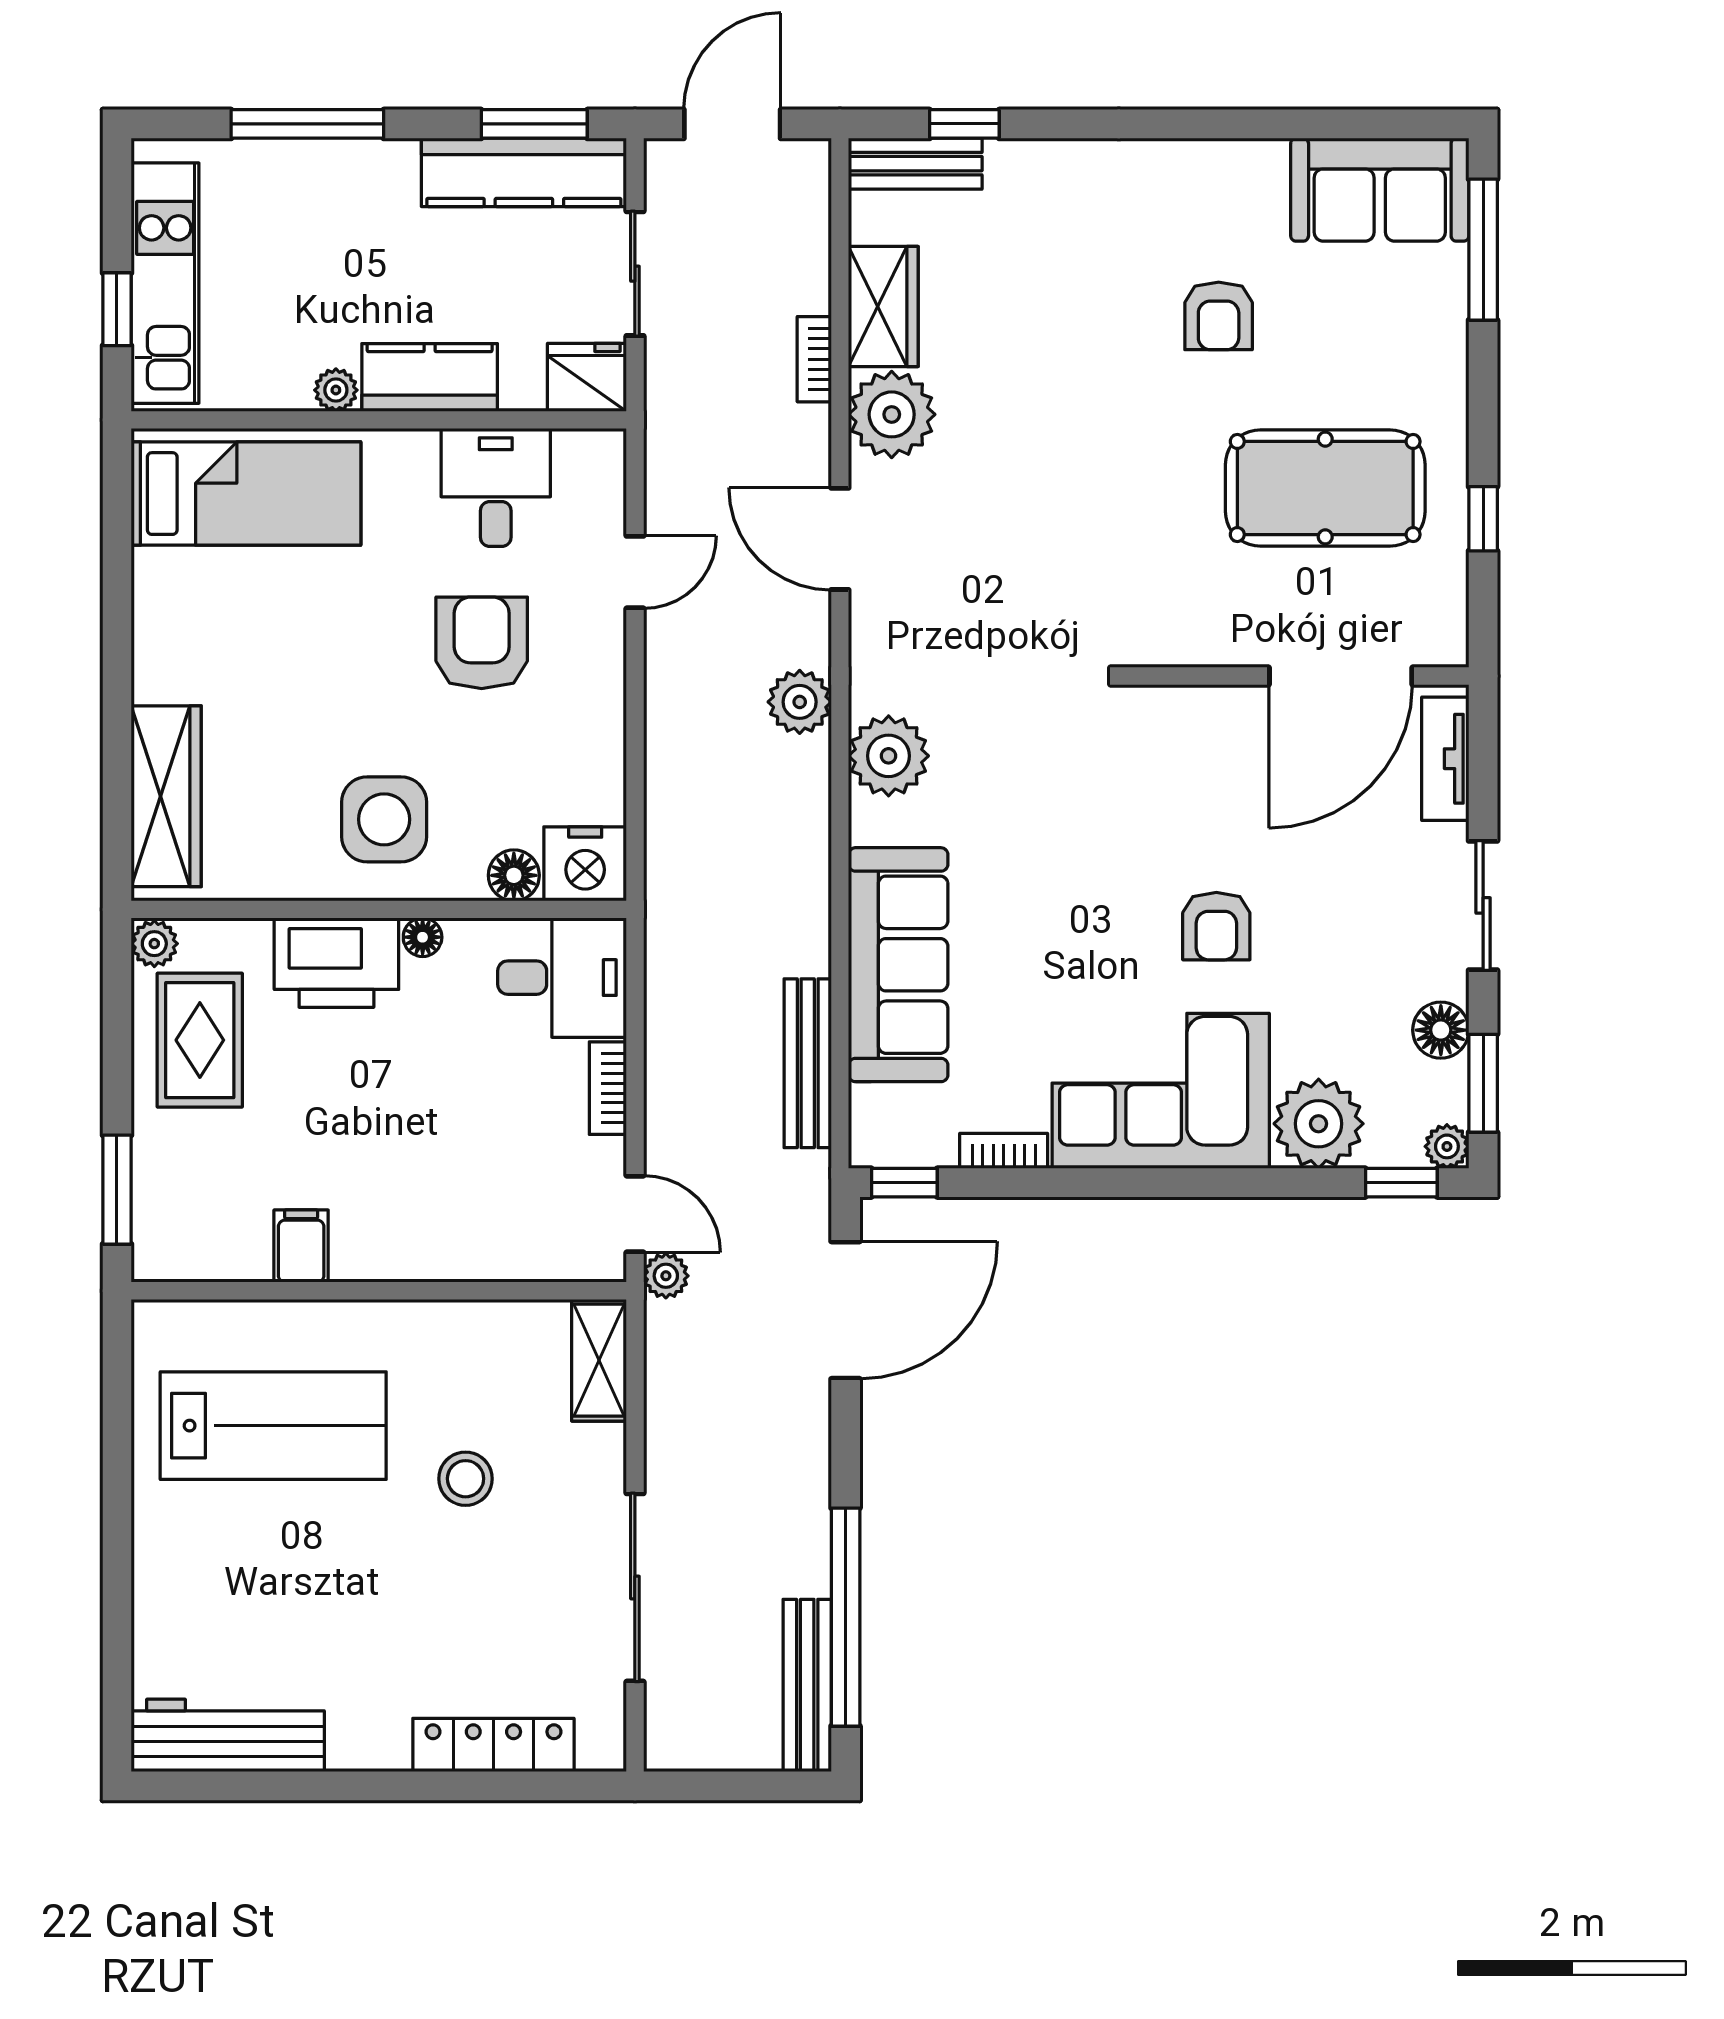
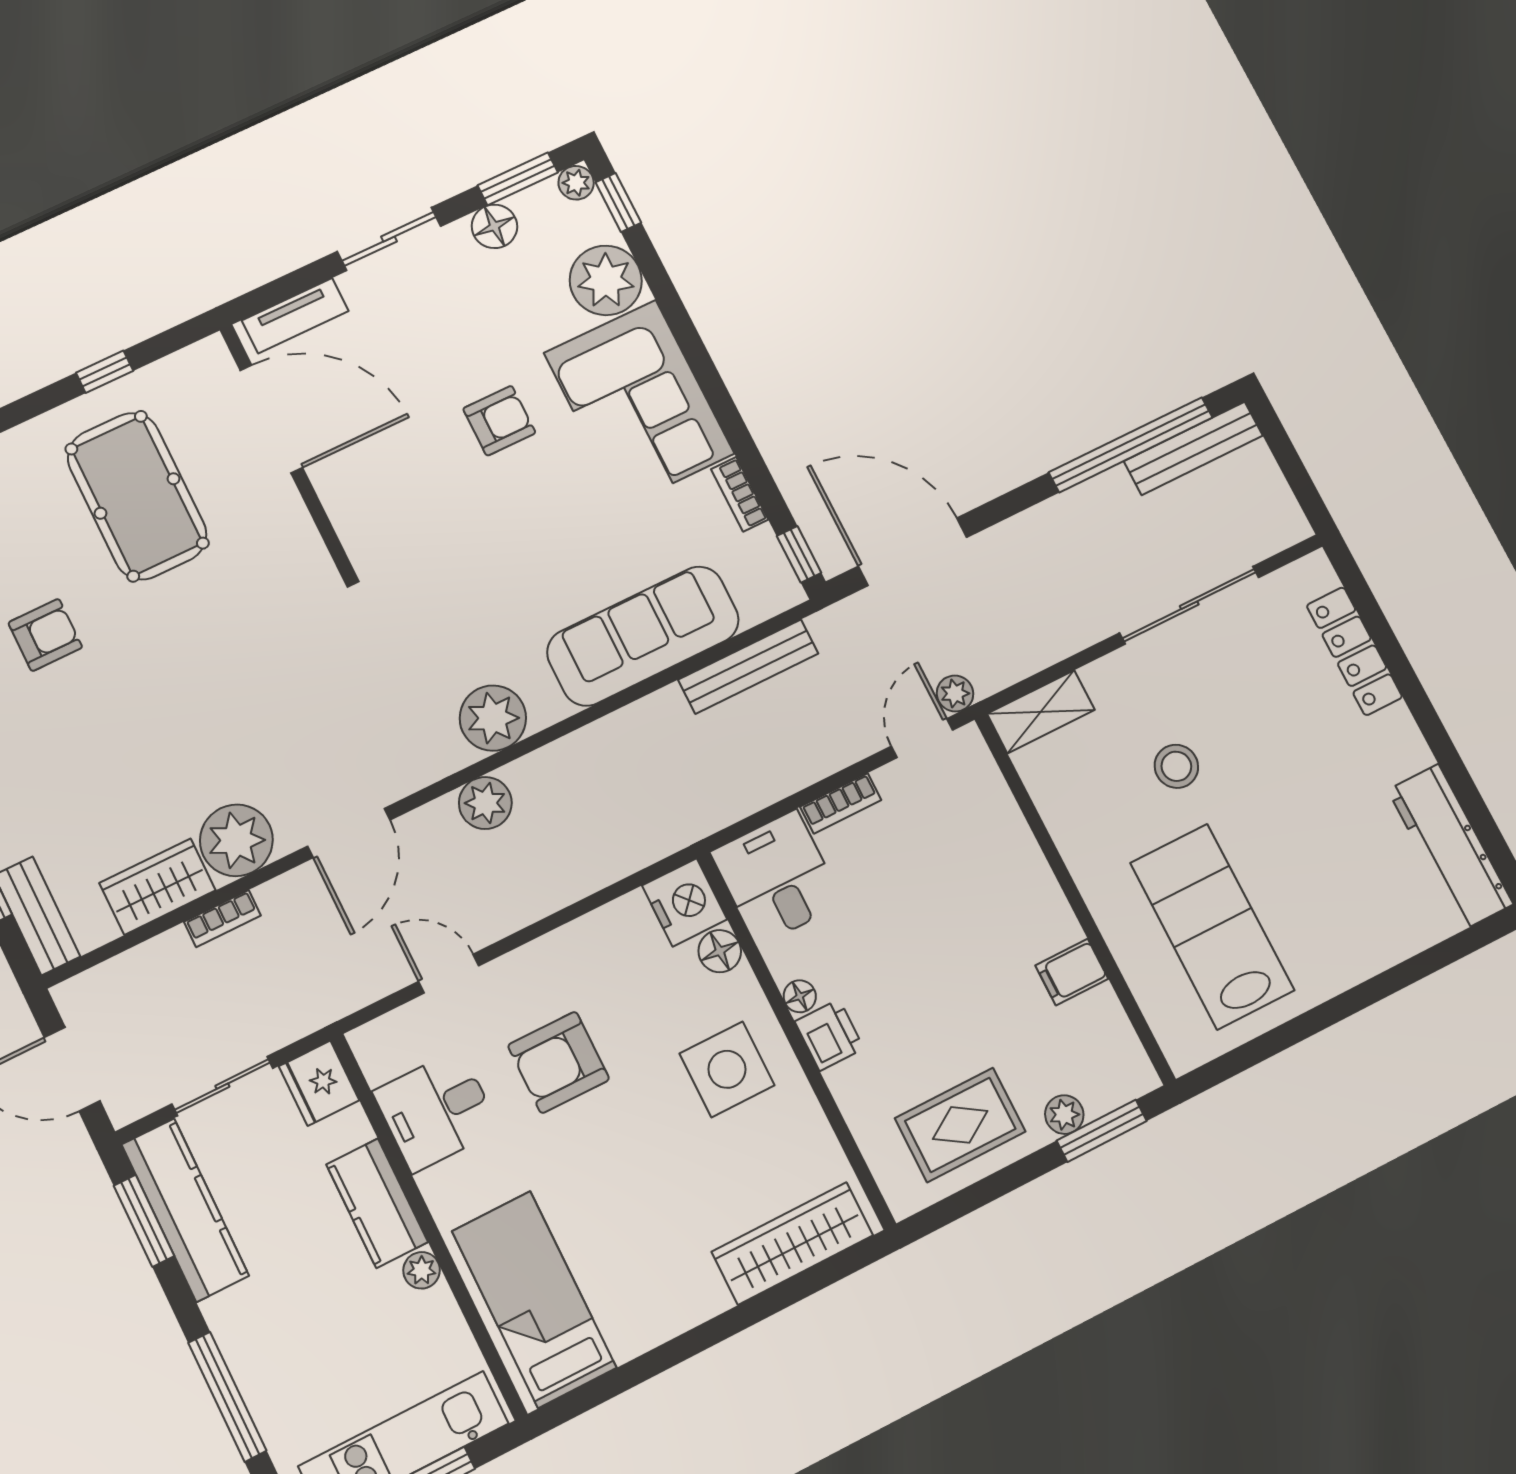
plant: (154, 944) -> (1064, 1115), moved
printer: (336, 963) -> (829, 1035), width x0.53, depth x0.68

